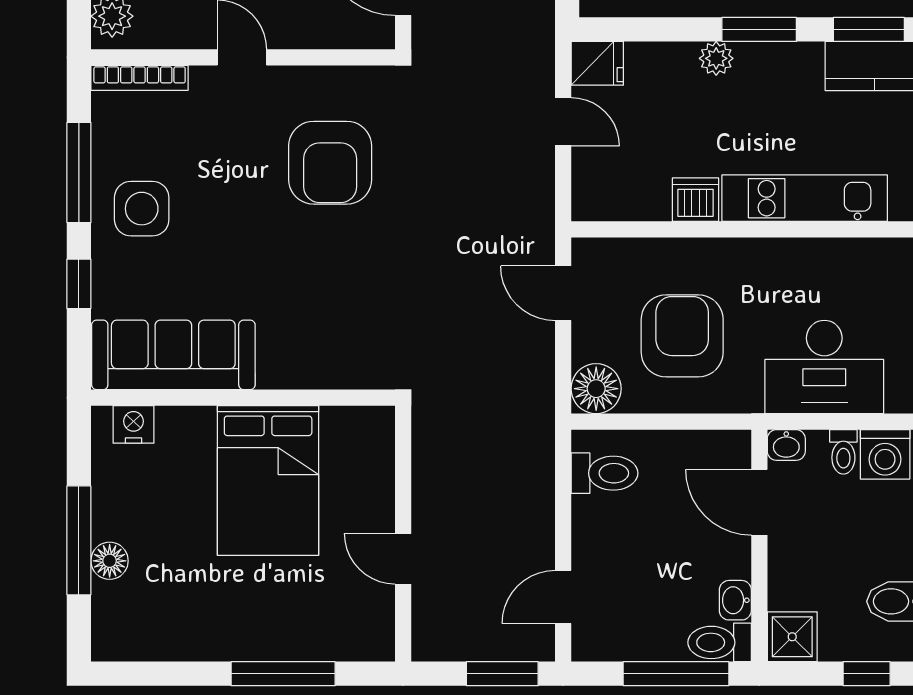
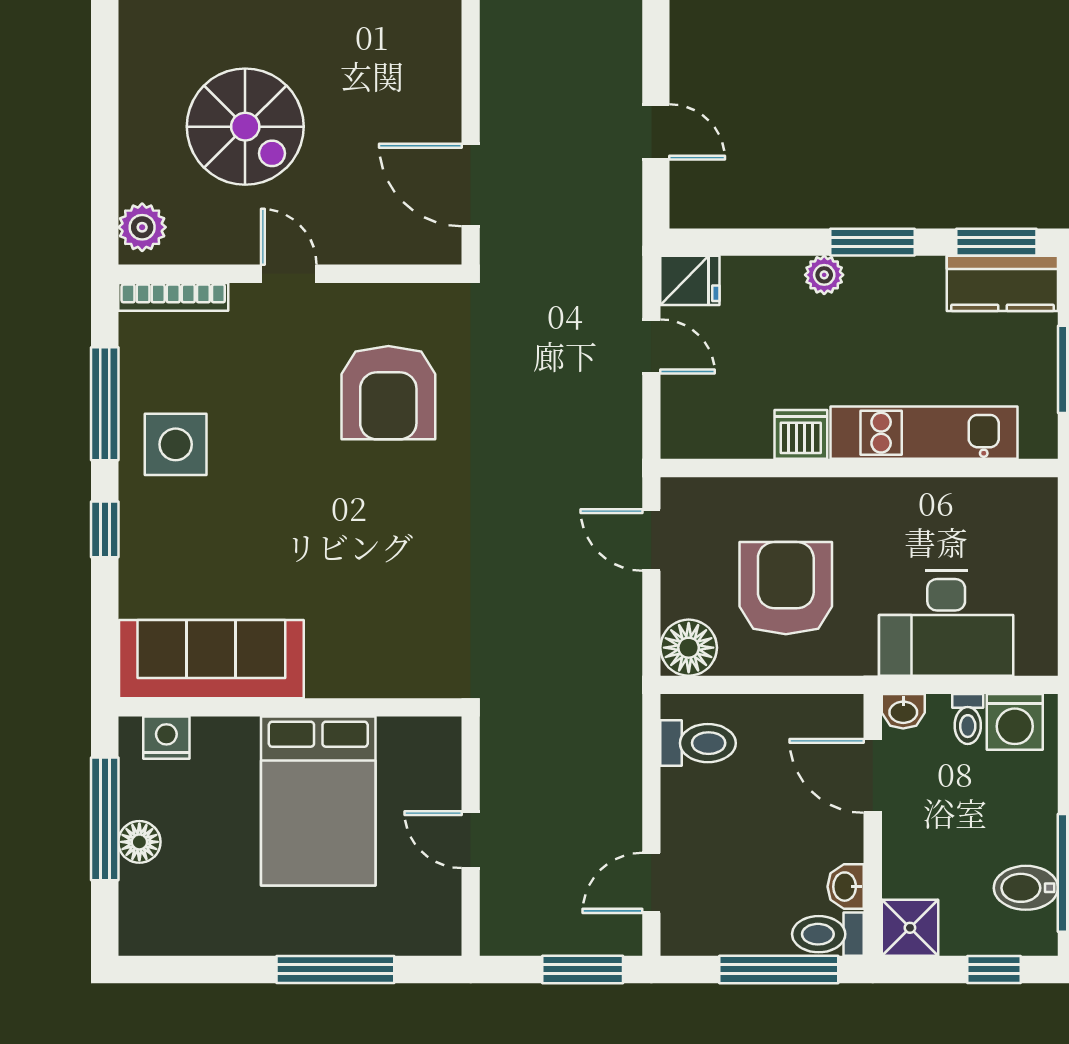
sofa: (173, 355) -> (211, 659), moved
wall: (243, 398) -> (290, 707), moved
nightstand: (133, 424) -> (166, 738), moved
bed: (268, 480) -> (318, 801), moved

